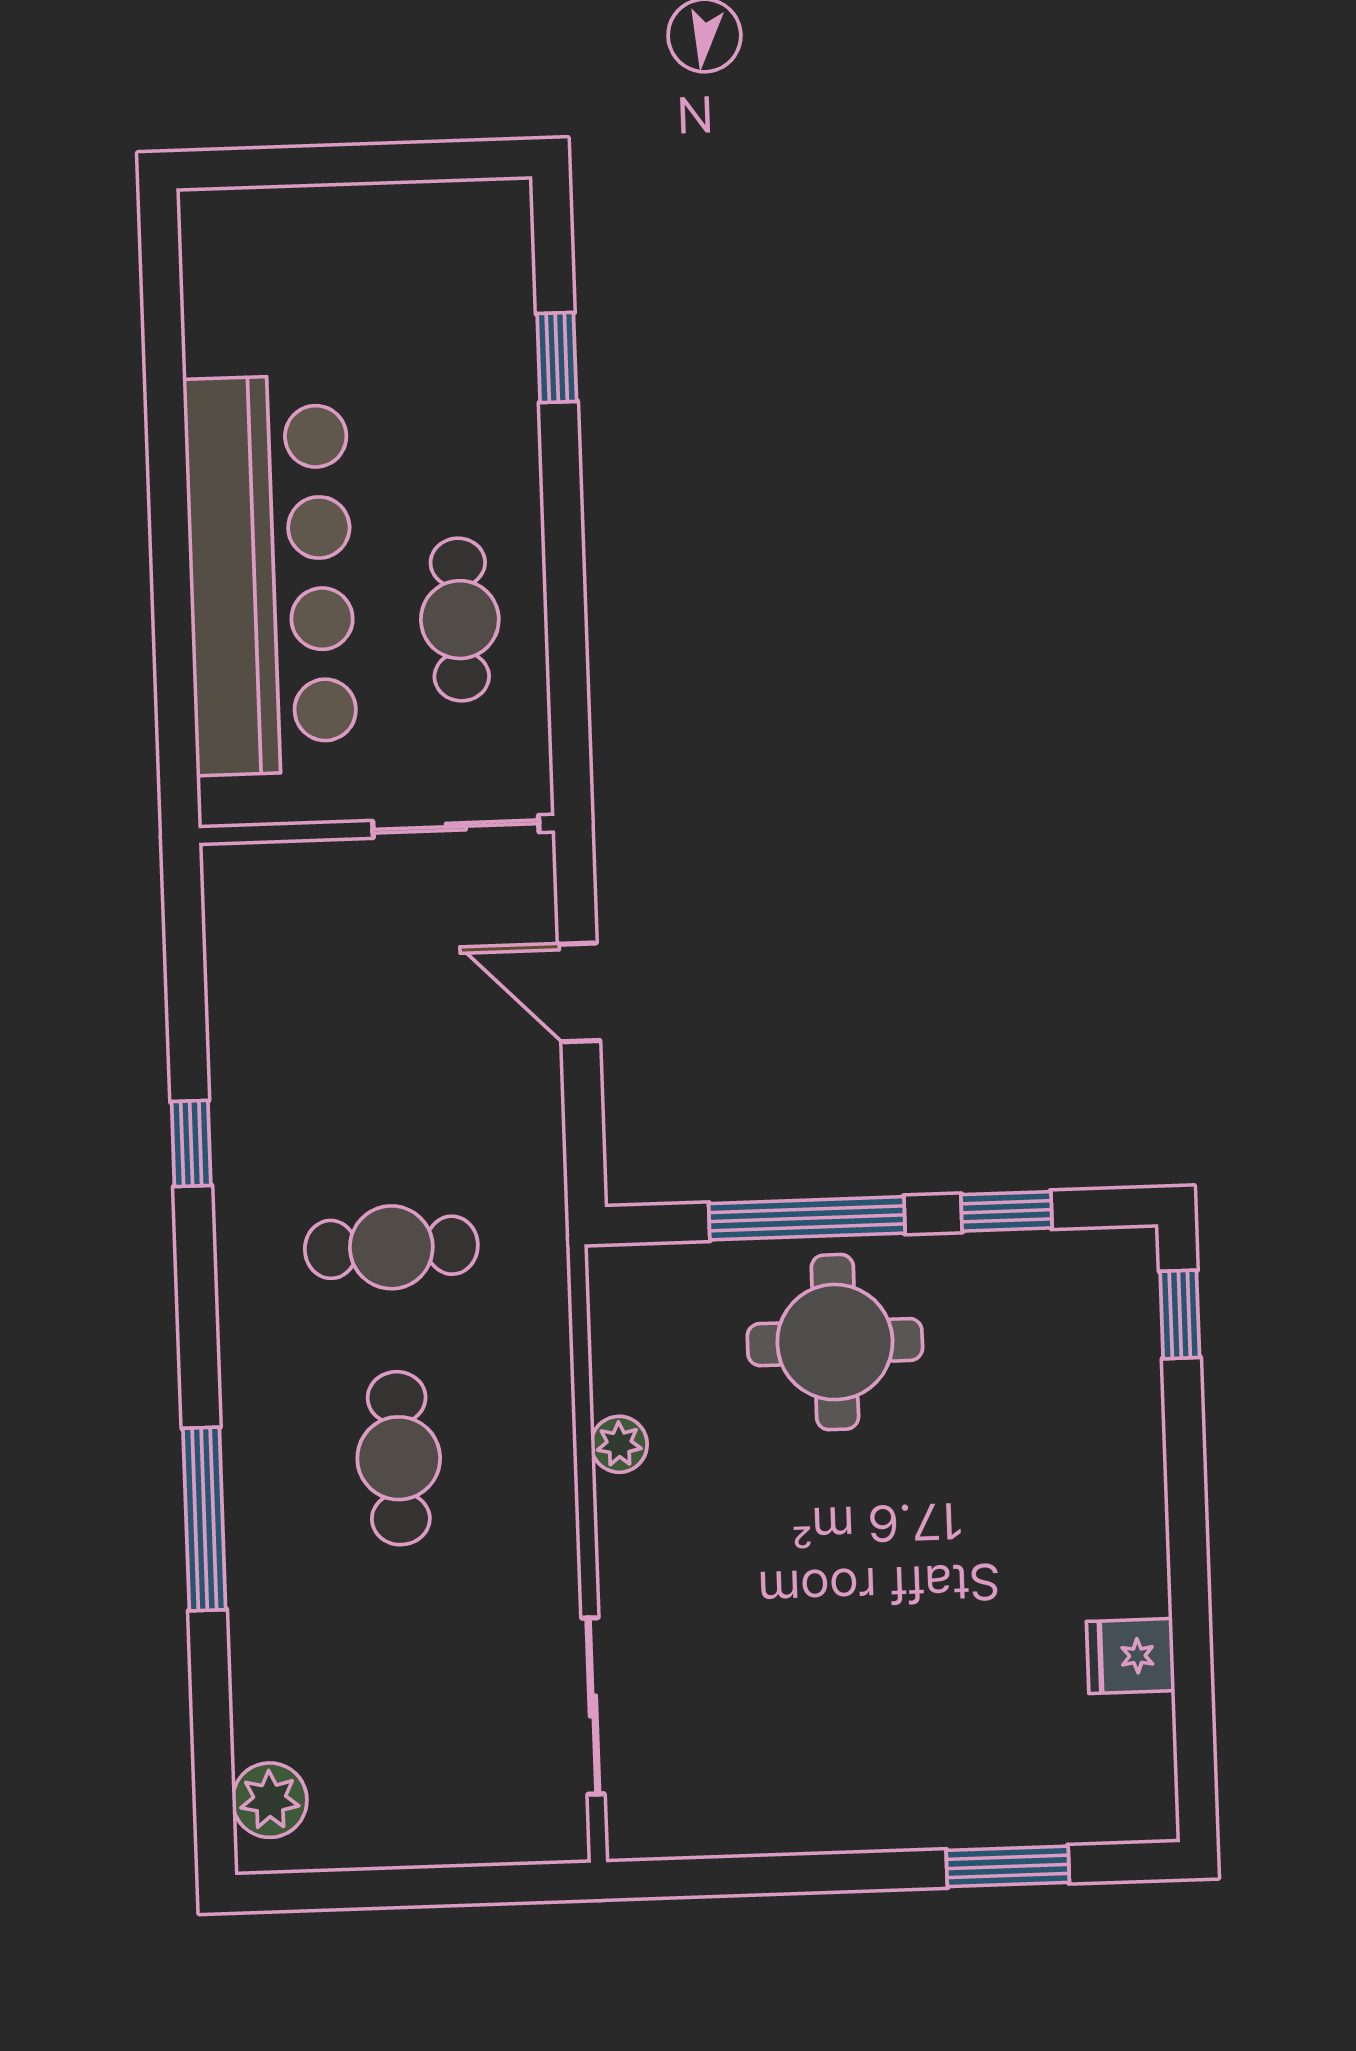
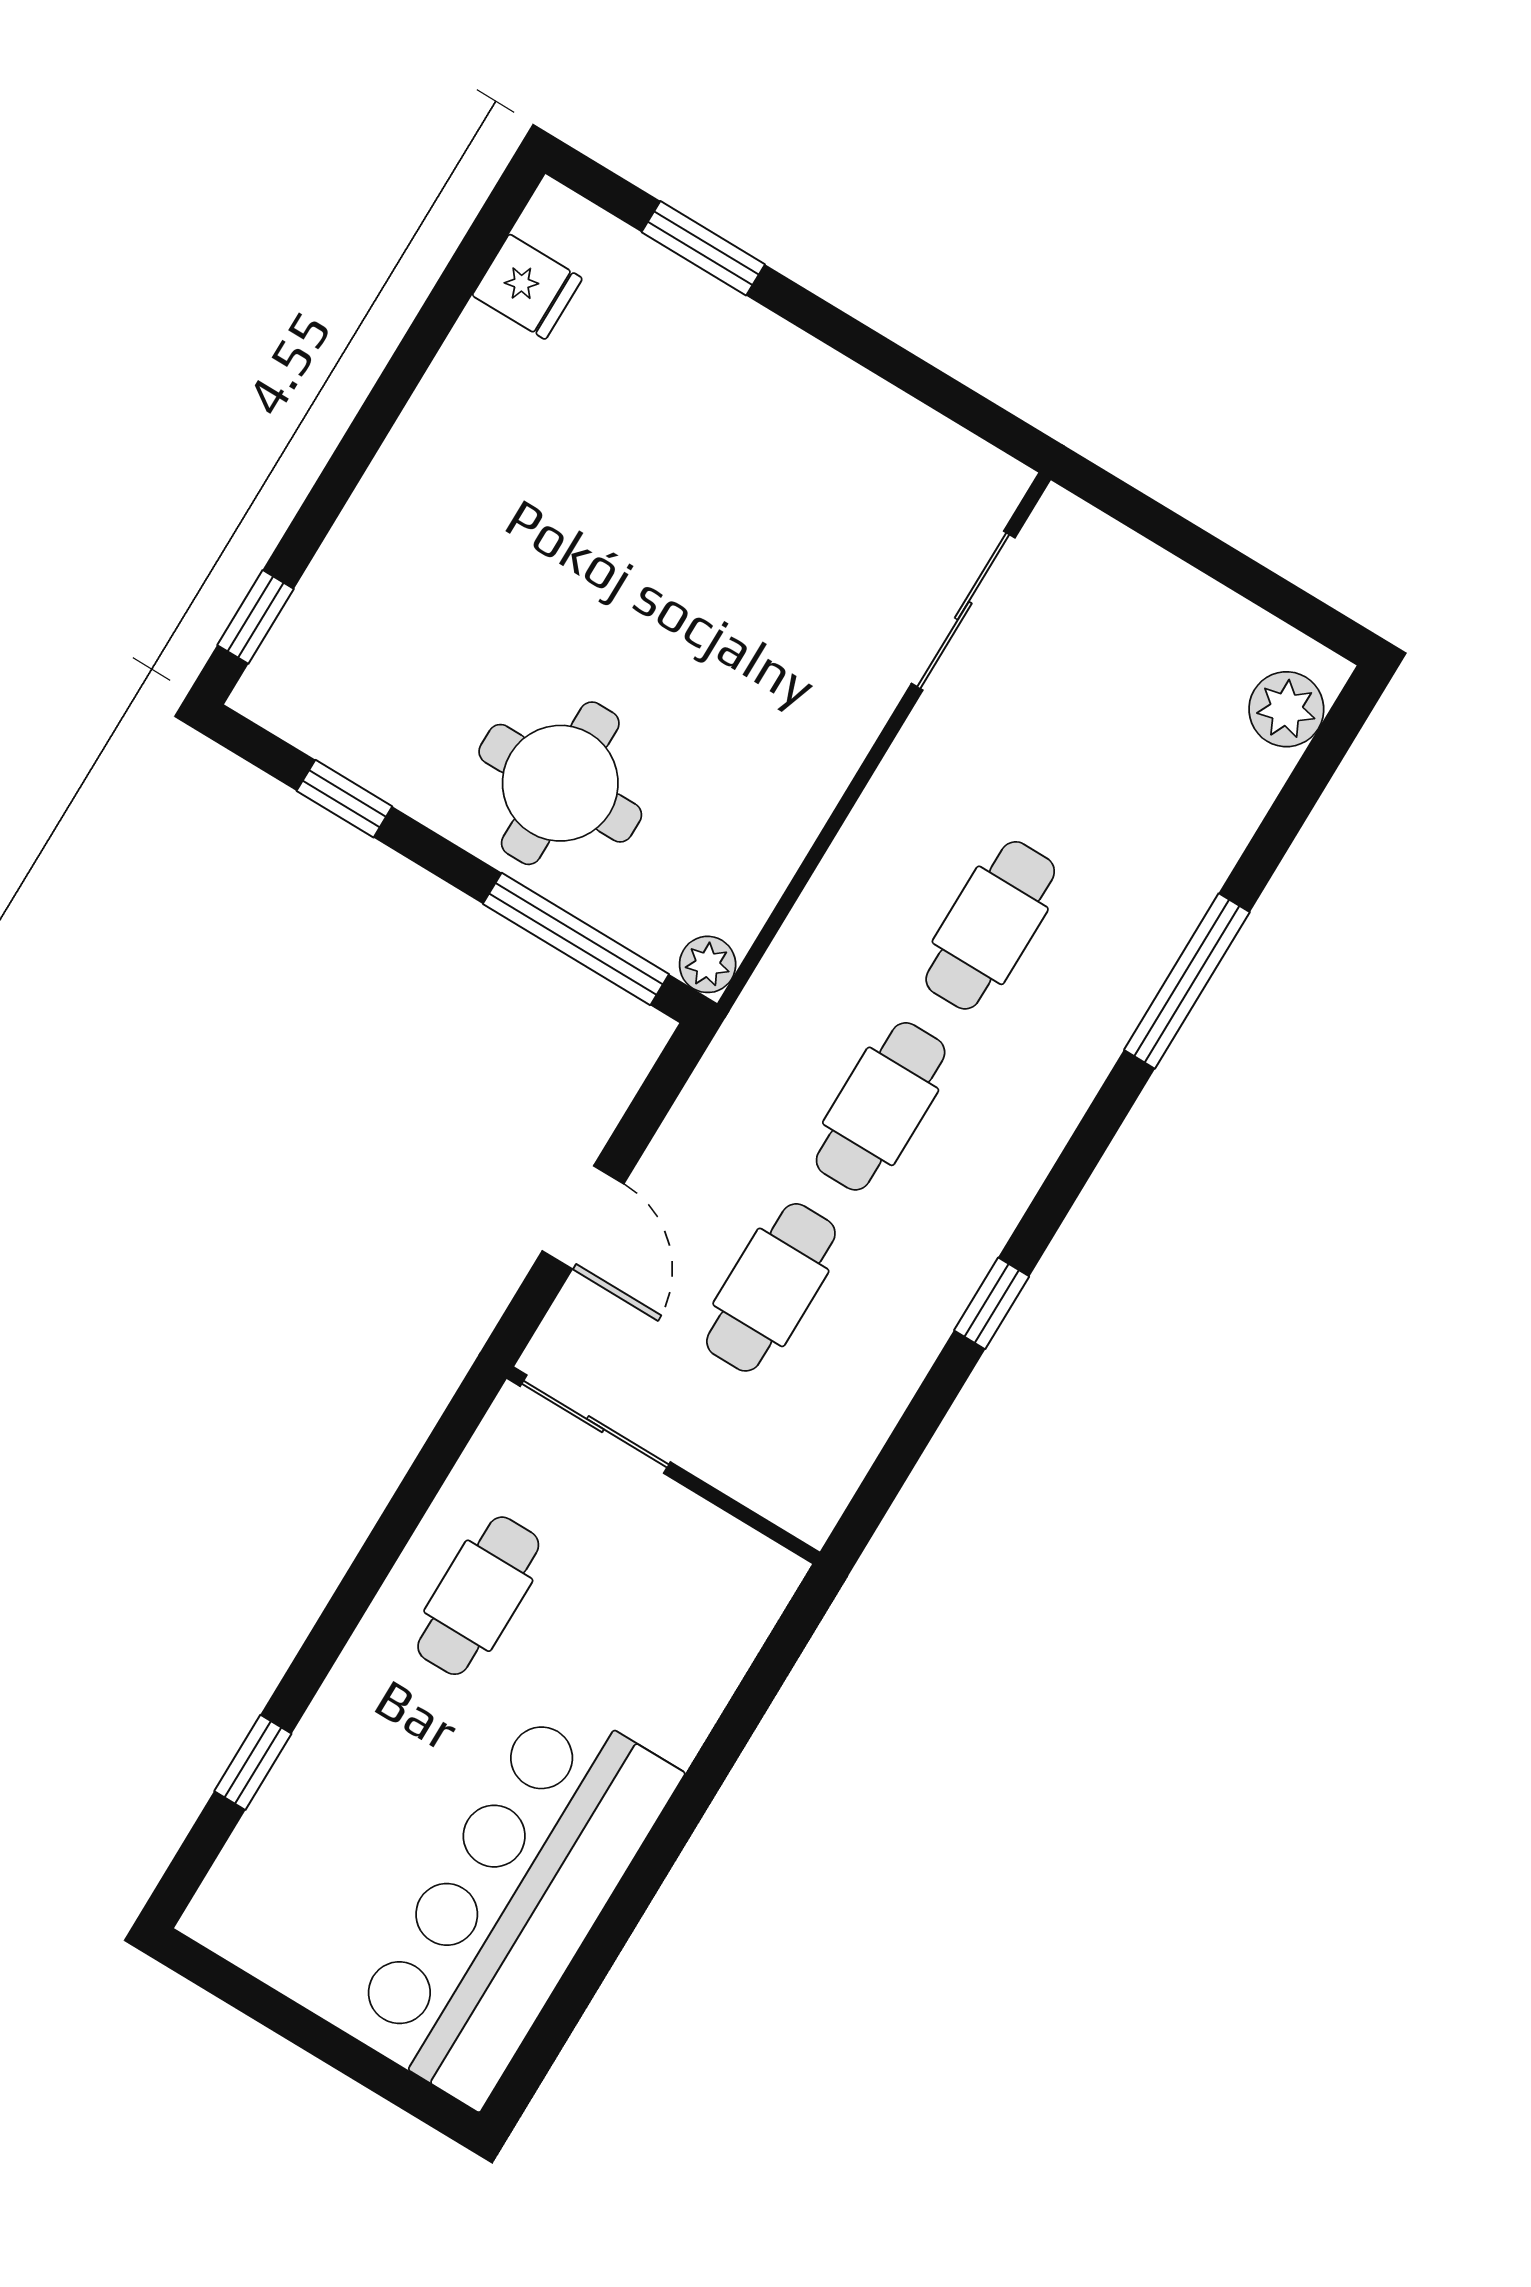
bar counter: (270, 575) -> (513, 1901), moved
cafe table: (384, 1036) -> (771, 1287), added
window: (807, 1218) -> (576, 939), moved
cafe table: (391, 1247) -> (881, 1106), turned 90
plant: (619, 1444) -> (708, 964), moved
fridge: (1131, 1656) -> (527, 287), moved

